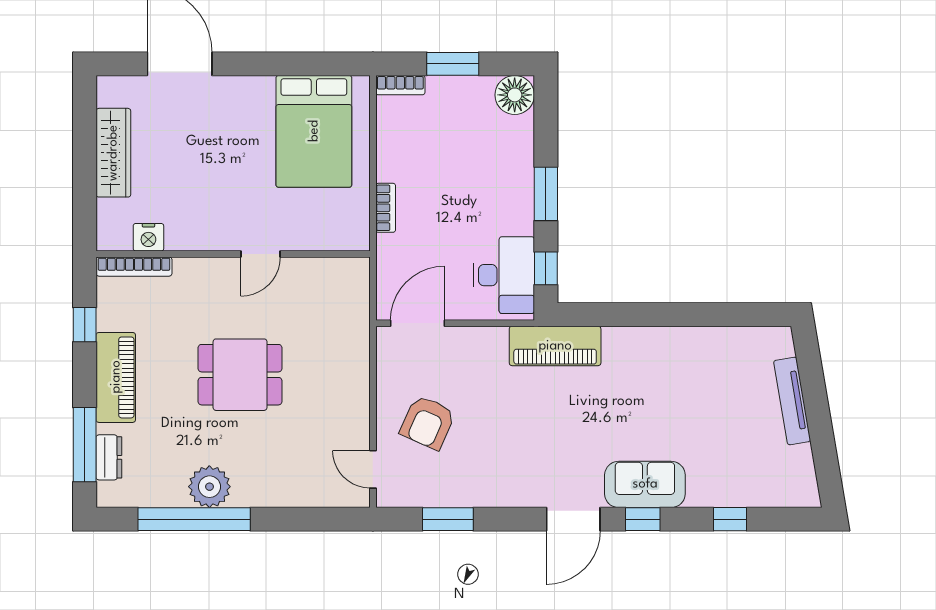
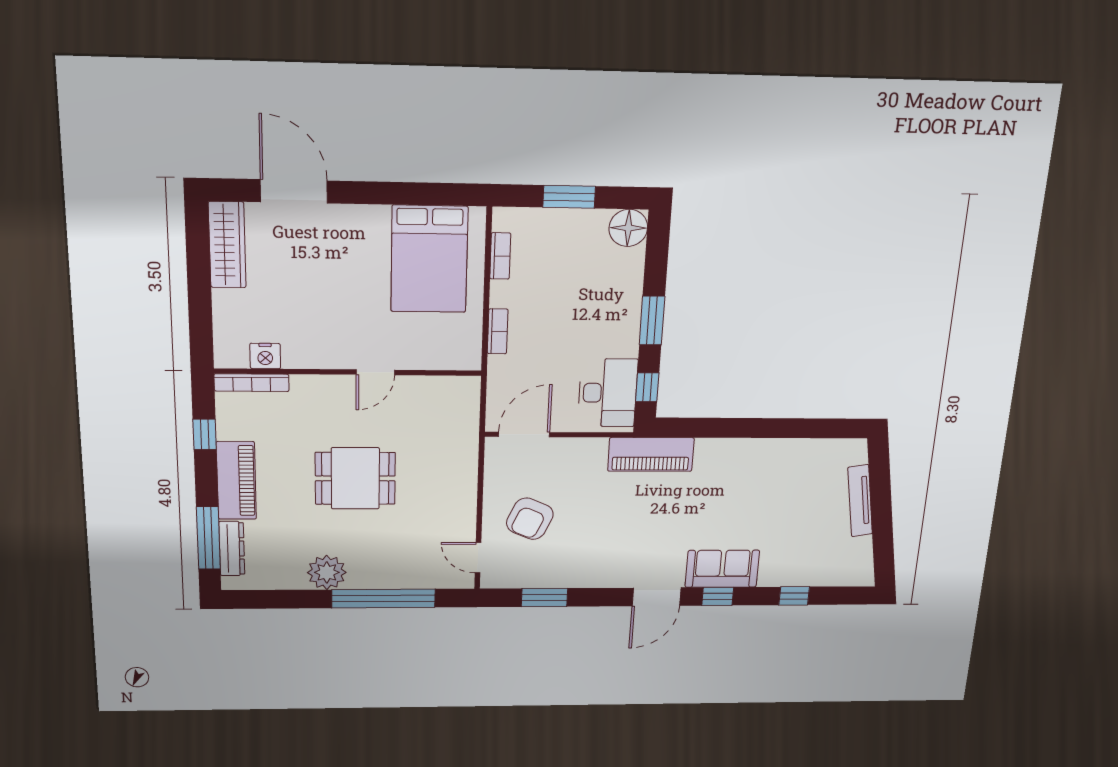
bookcase: (400, 85) -> (500, 256), moved, turned -90
wardrobe: (113, 153) -> (227, 245), moved
dresser: (109, 457) -> (232, 549), width x1.44
window: (194, 519) -> (384, 599), moved

